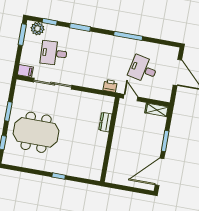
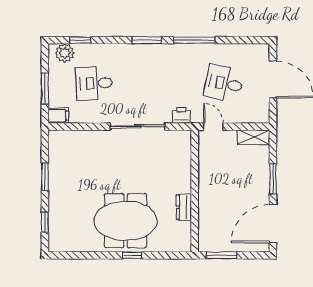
window: (80, 27) -> (147, 40), moved
window: (22, 35) -> (45, 89), moved
sliding door: (53, 84) -> (138, 127), moved
dresser: (105, 122) -> (184, 207), moved
meeting table: (36, 132) -> (126, 221), moved
window: (120, 187) -> (221, 255), added

